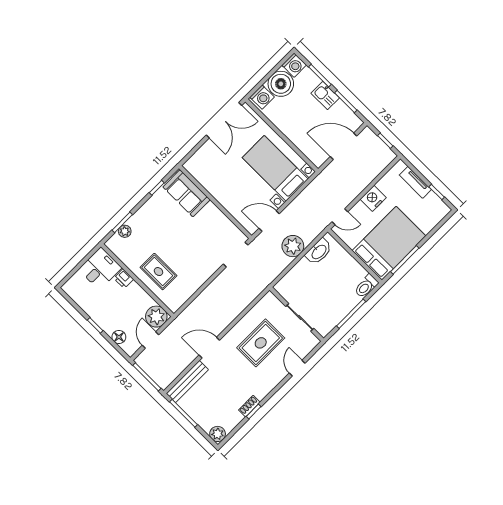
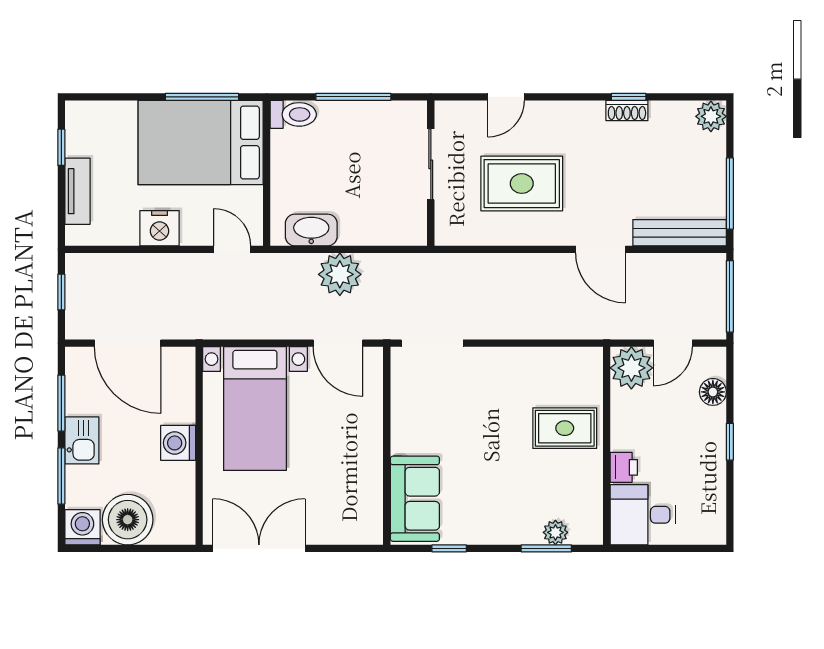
washing machine: (262, 97) -> (178, 443), moved, turned -90
rug: (159, 272) -> (565, 428), turned 90

